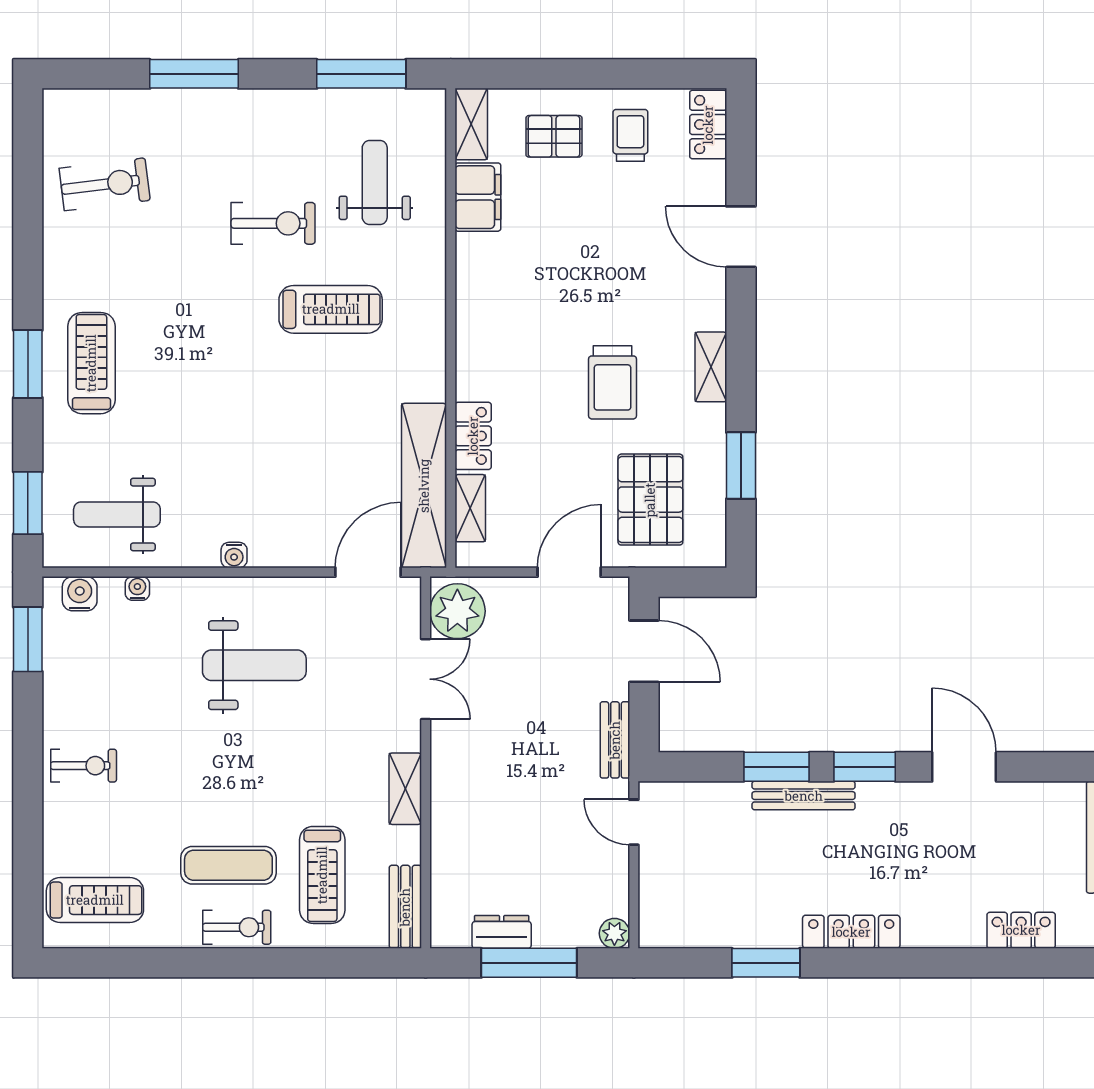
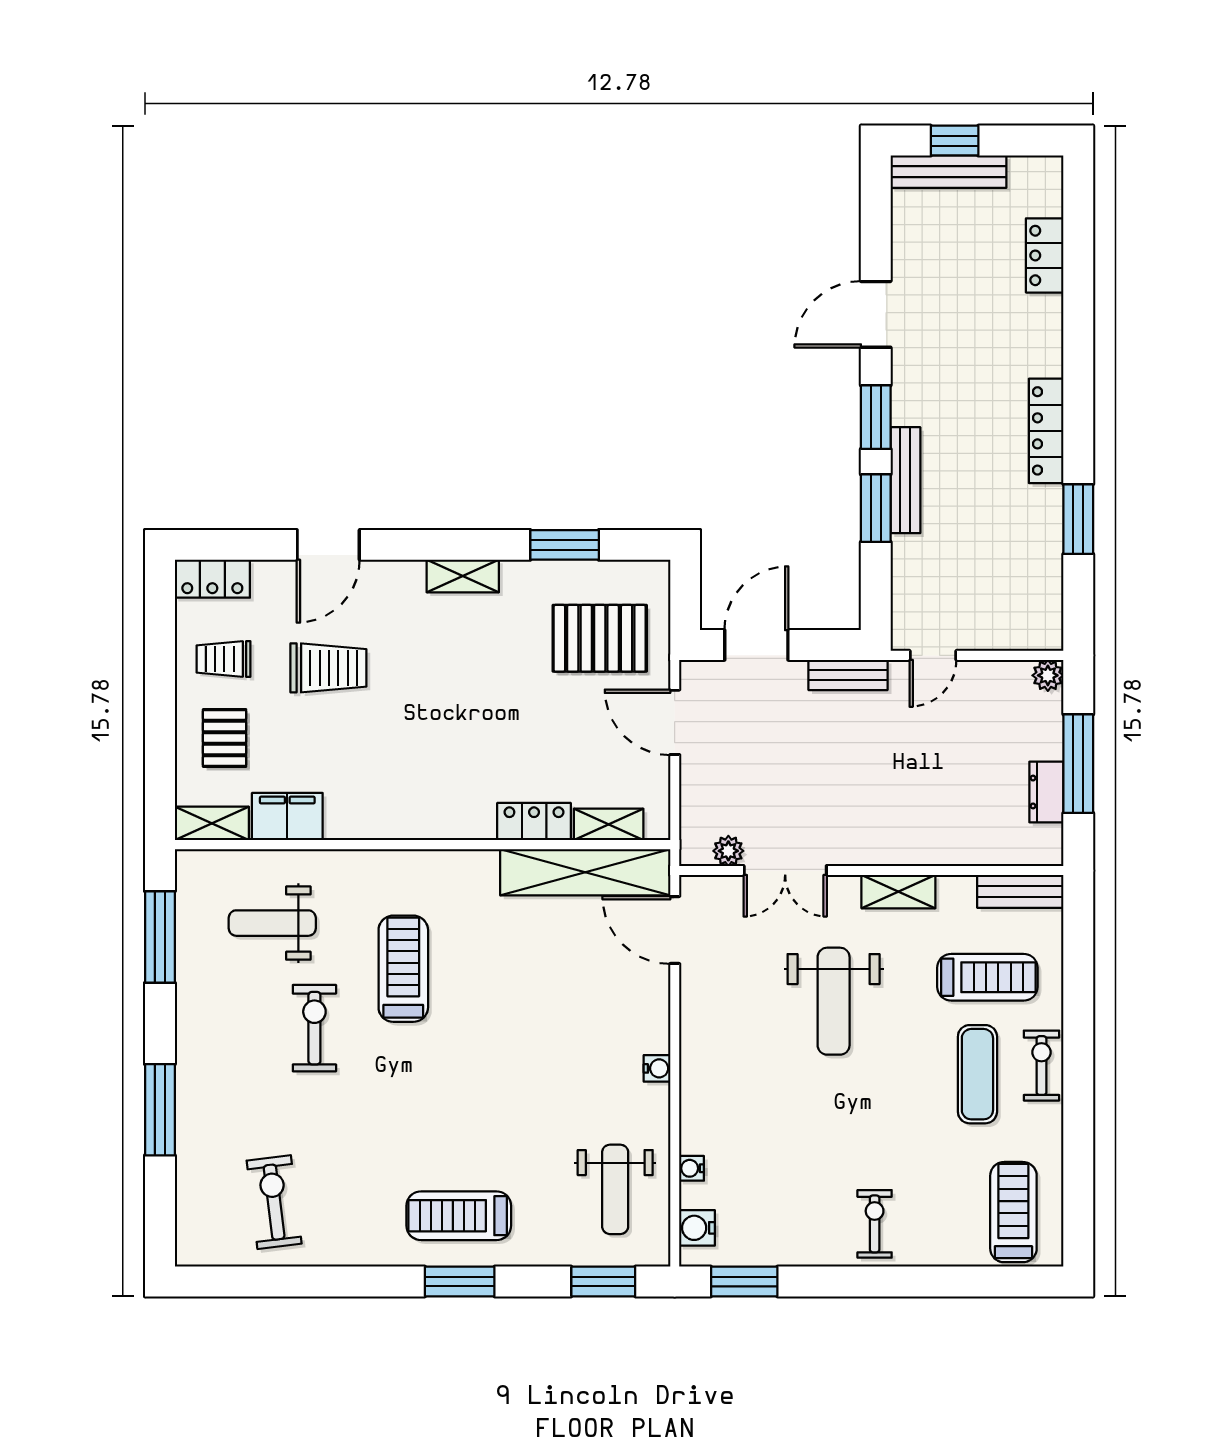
trolley: (613, 382) -> (328, 668), moved
plant: (457, 611) -> (728, 851), width x0.53, depth x0.53
weight bench: (254, 665) -> (834, 1001), moved, turned 180
double door: (426, 679) -> (785, 871), swing flipped

